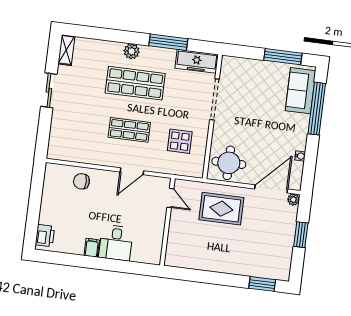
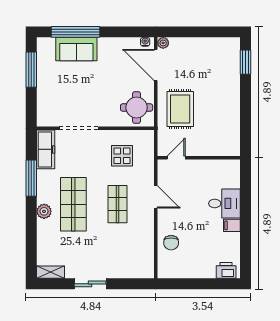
sofa: (301, 91) -> (76, 49), moved
water cooler: (300, 156) -> (145, 42), moved
window: (301, 235) -> (195, 32), removed

